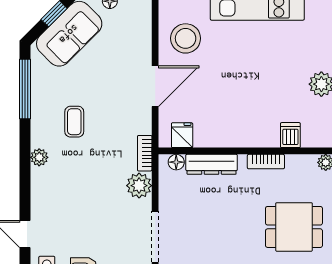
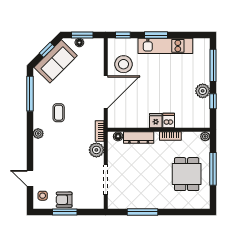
door: (155, 86) -> (106, 92), width x1.36
fridge: (182, 135) -> (156, 121), moved
dishwasher: (290, 135) -> (169, 121), moved
dining table: (294, 227) -> (187, 174), turned 90

